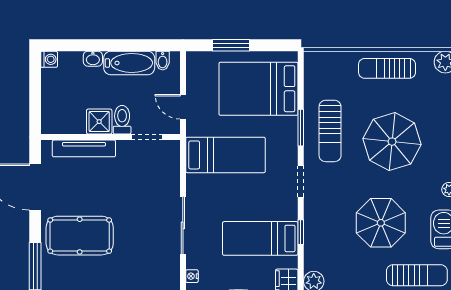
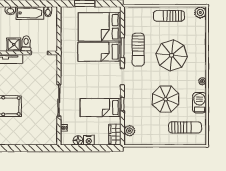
door: (183, 107) -> (59, 37), removed
bed: (225, 155) -> (99, 52), moved, turned 180

